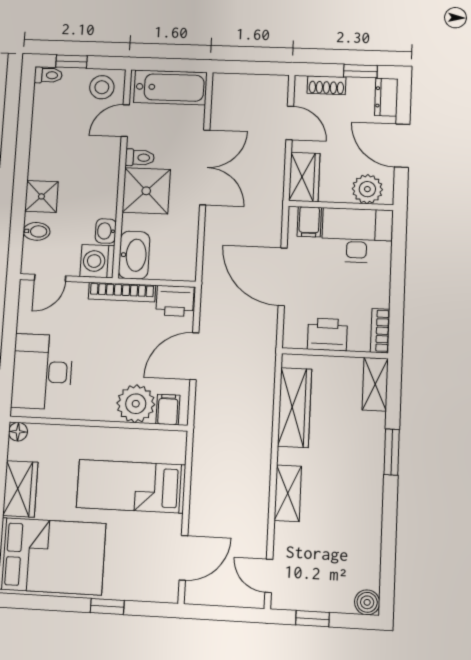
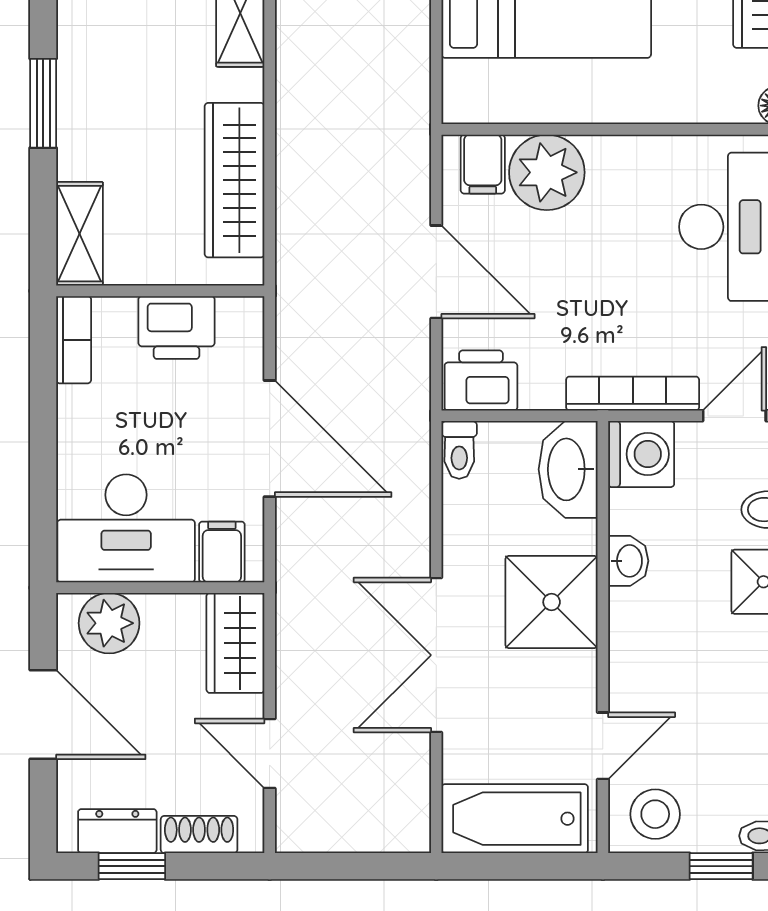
dresser: (386, 97) -> (117, 831), moved, turned -90
toilet: (140, 158) -> (459, 450), moved, turned -90
washbasin: (106, 231) -> (628, 561), moved
bookcase: (122, 292) -> (633, 394), moved
door: (194, 356) -> (436, 272), hinge flipped

